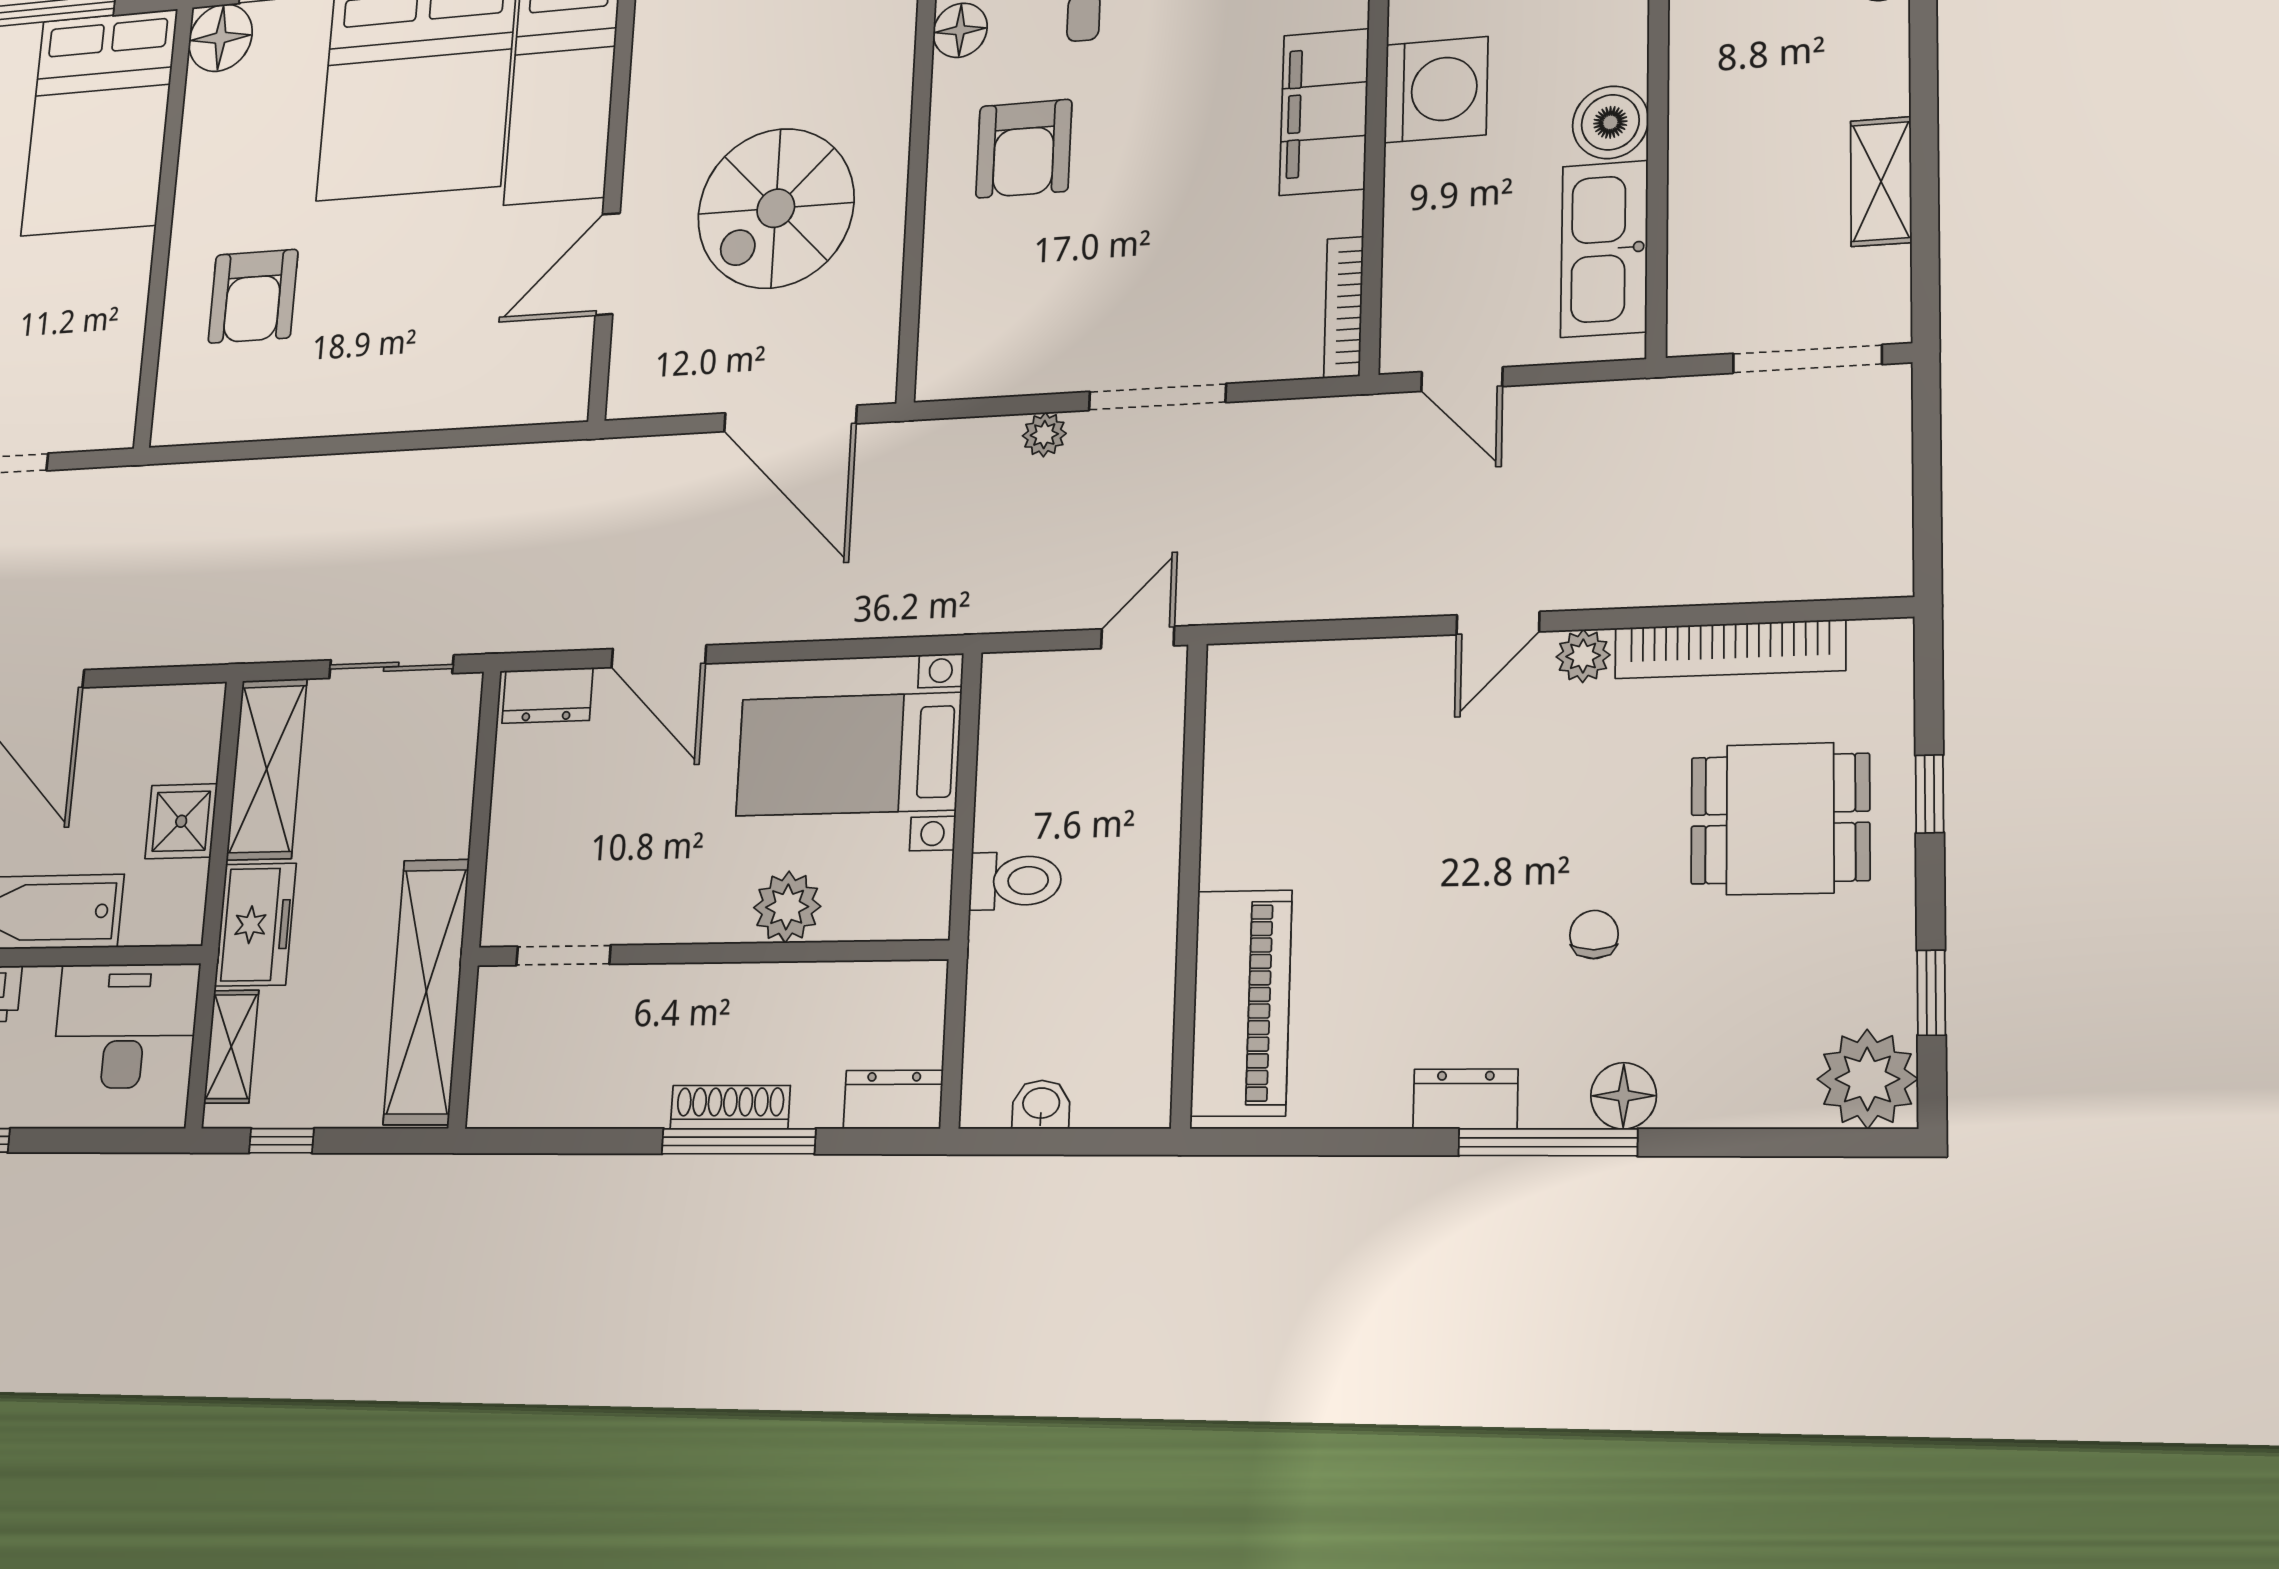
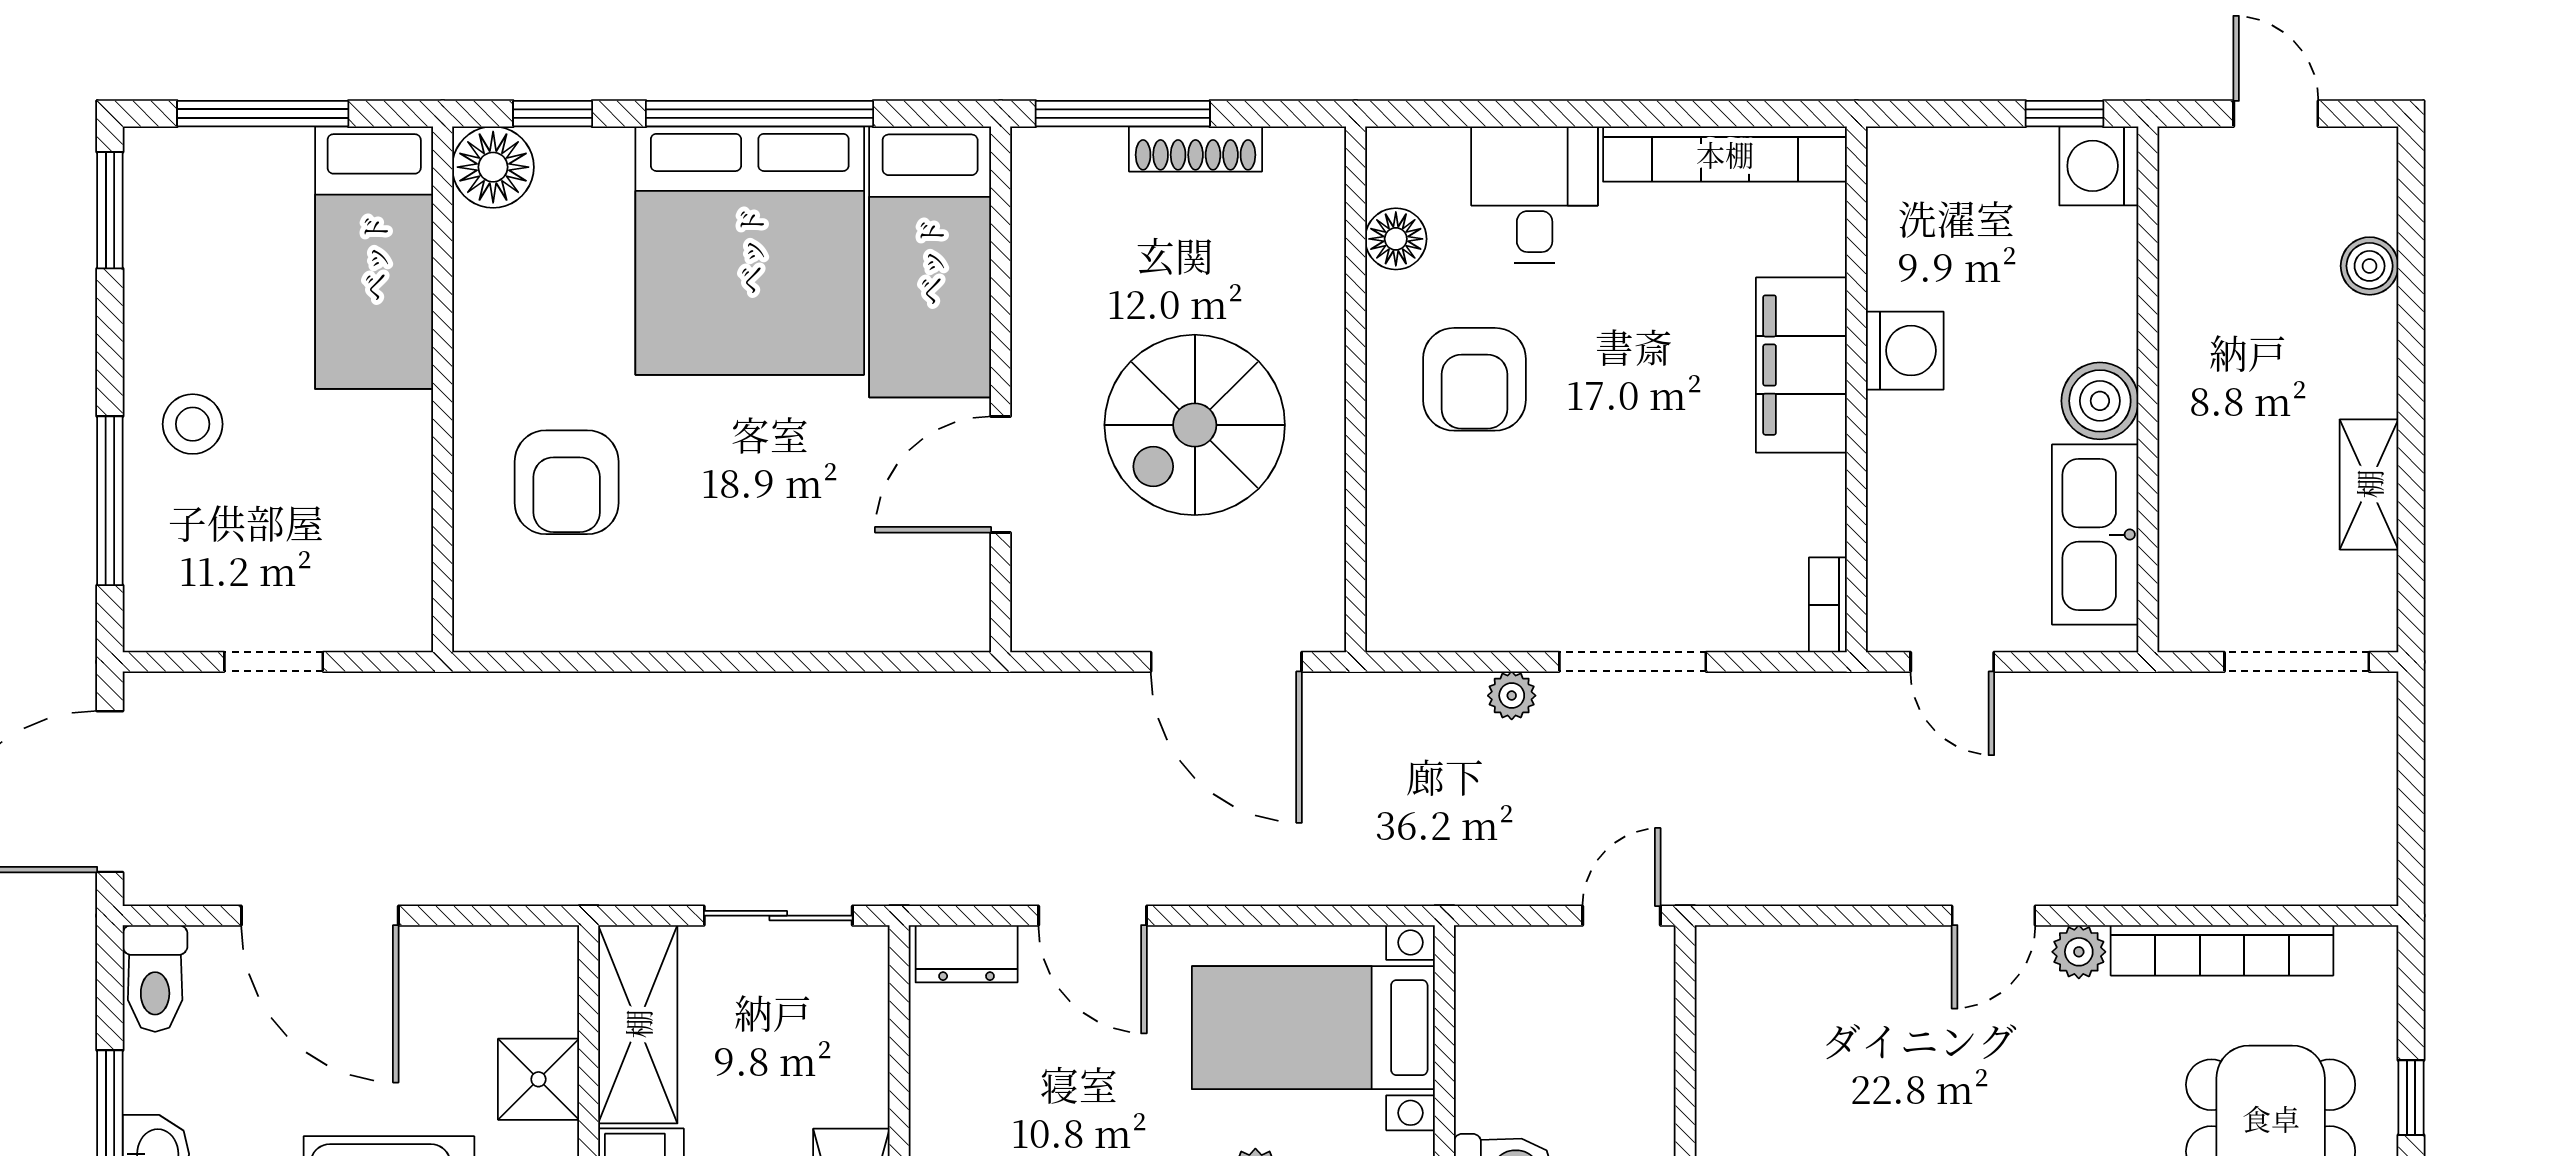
washing machine: (1436, 90) -> (1905, 351), width x0.73, depth x0.73
bed: (99, 122) -> (374, 258), width x0.67
bookcase: (1344, 307) -> (1828, 605), width x0.64

